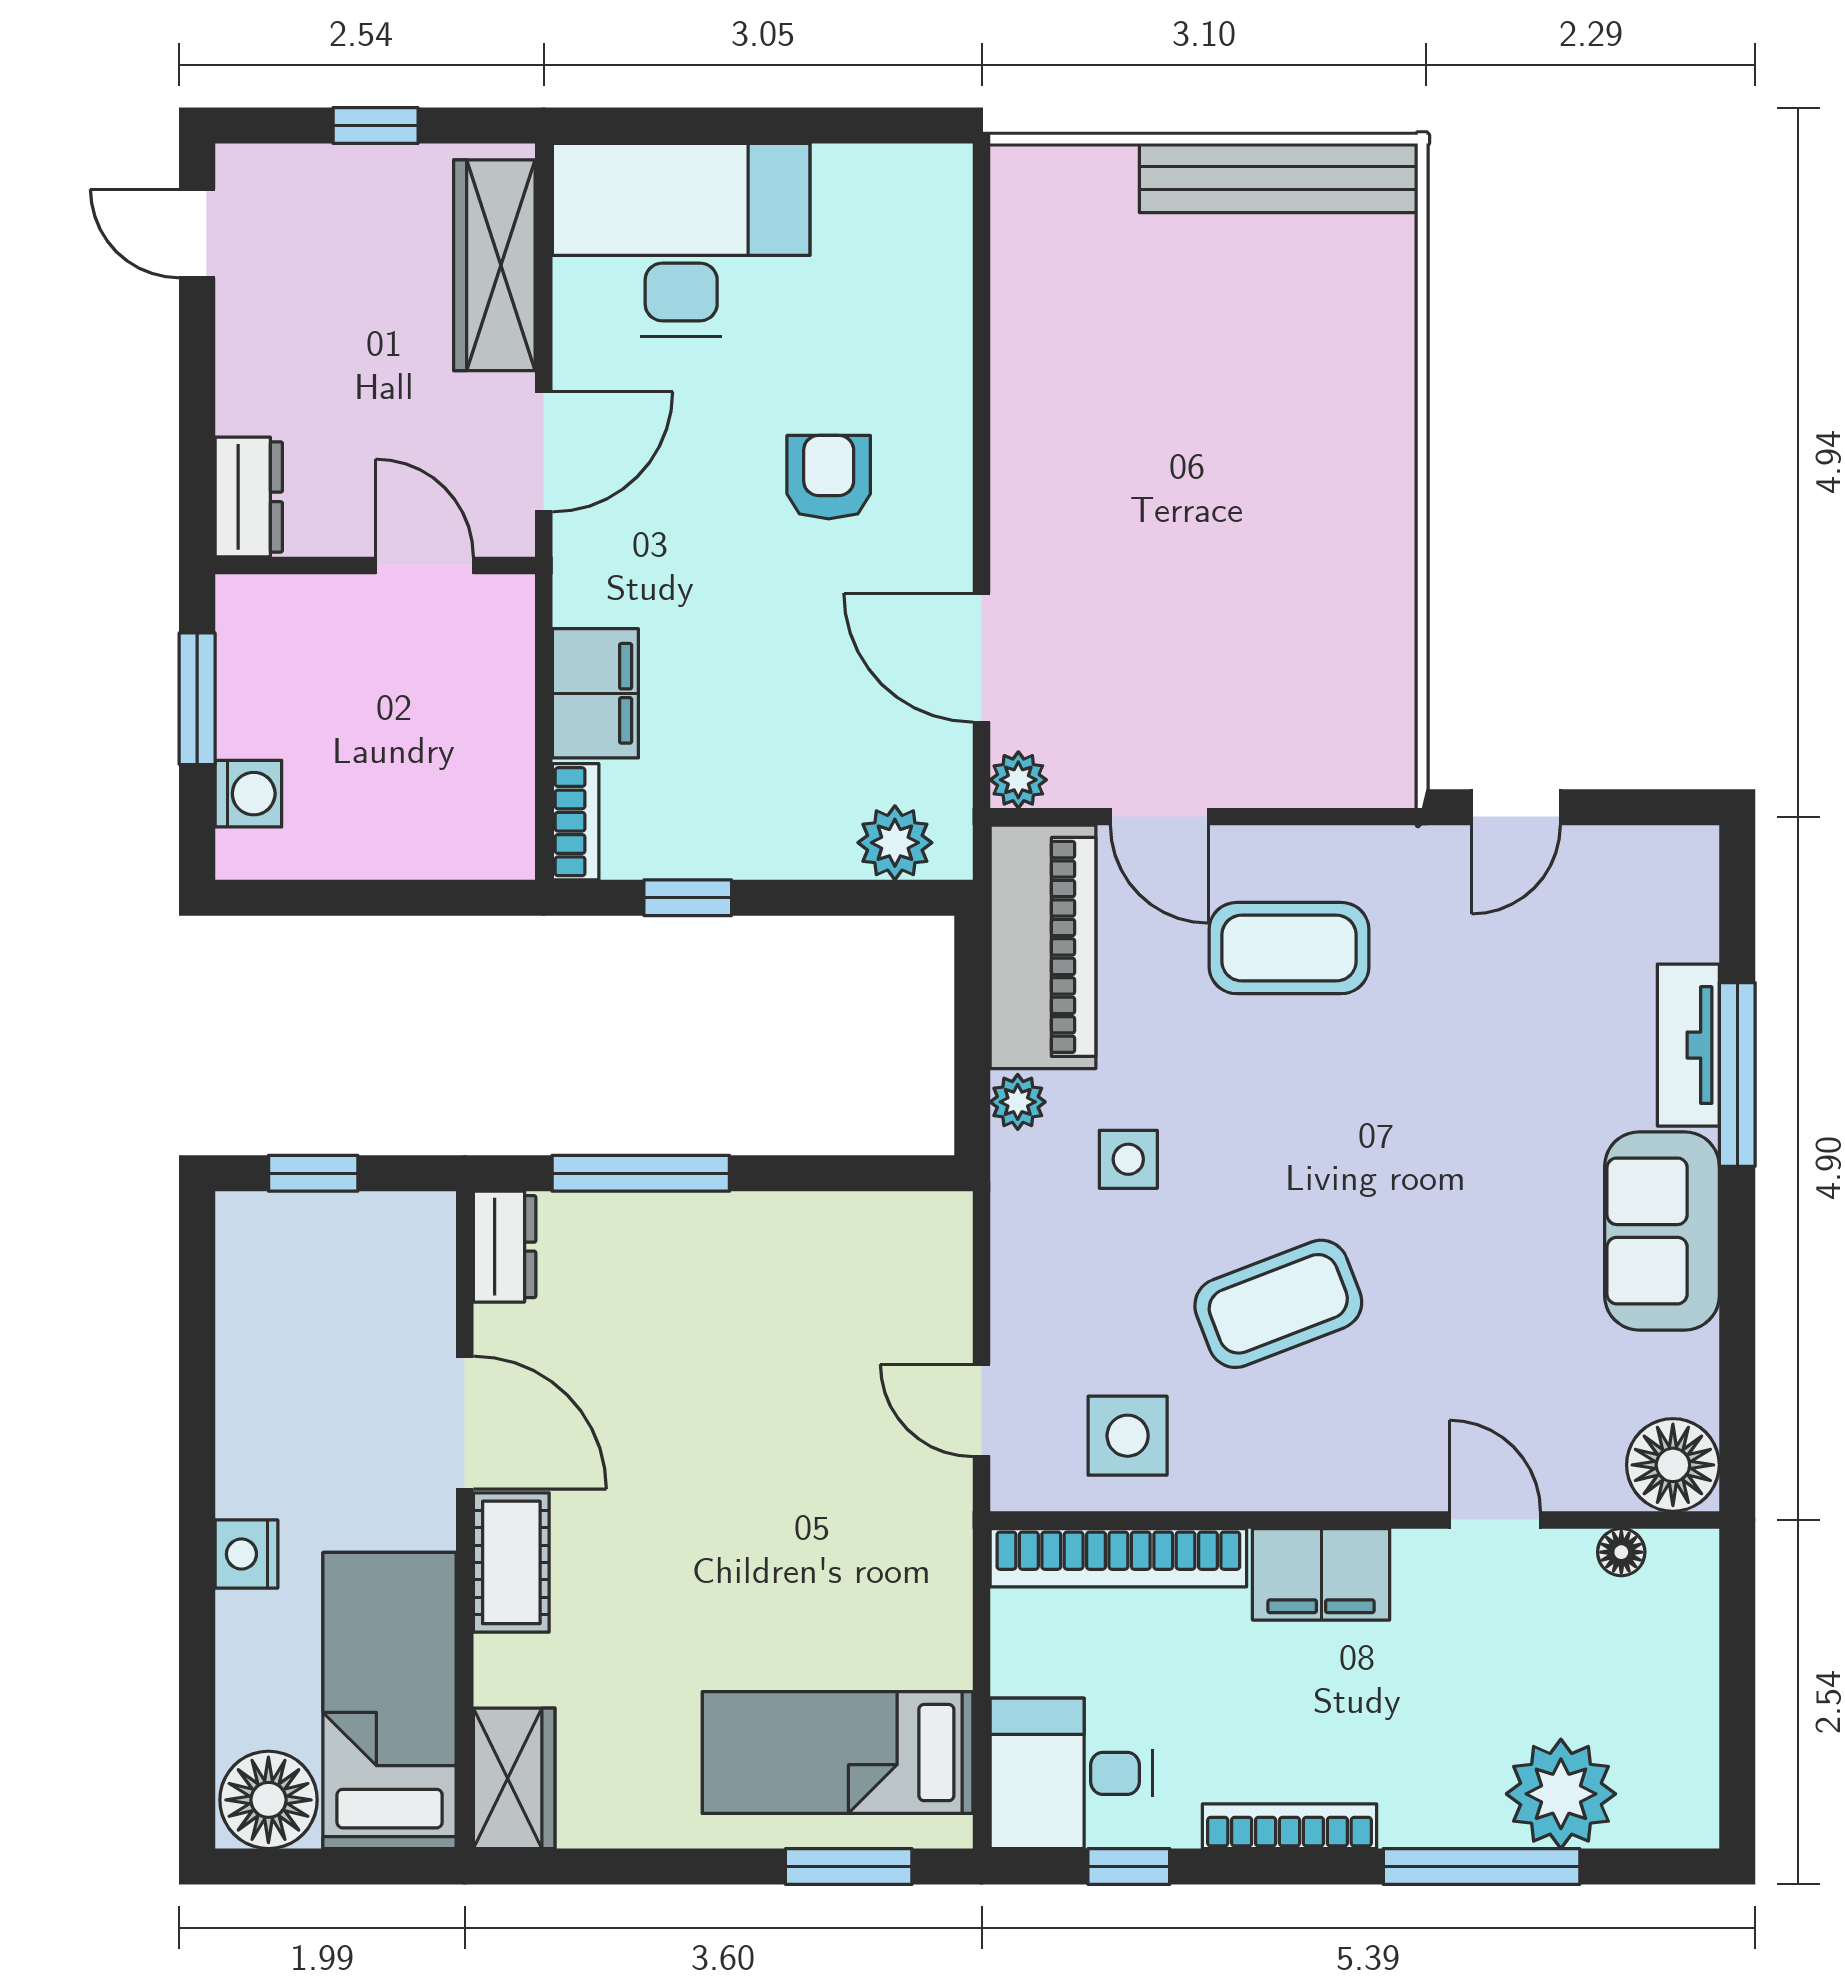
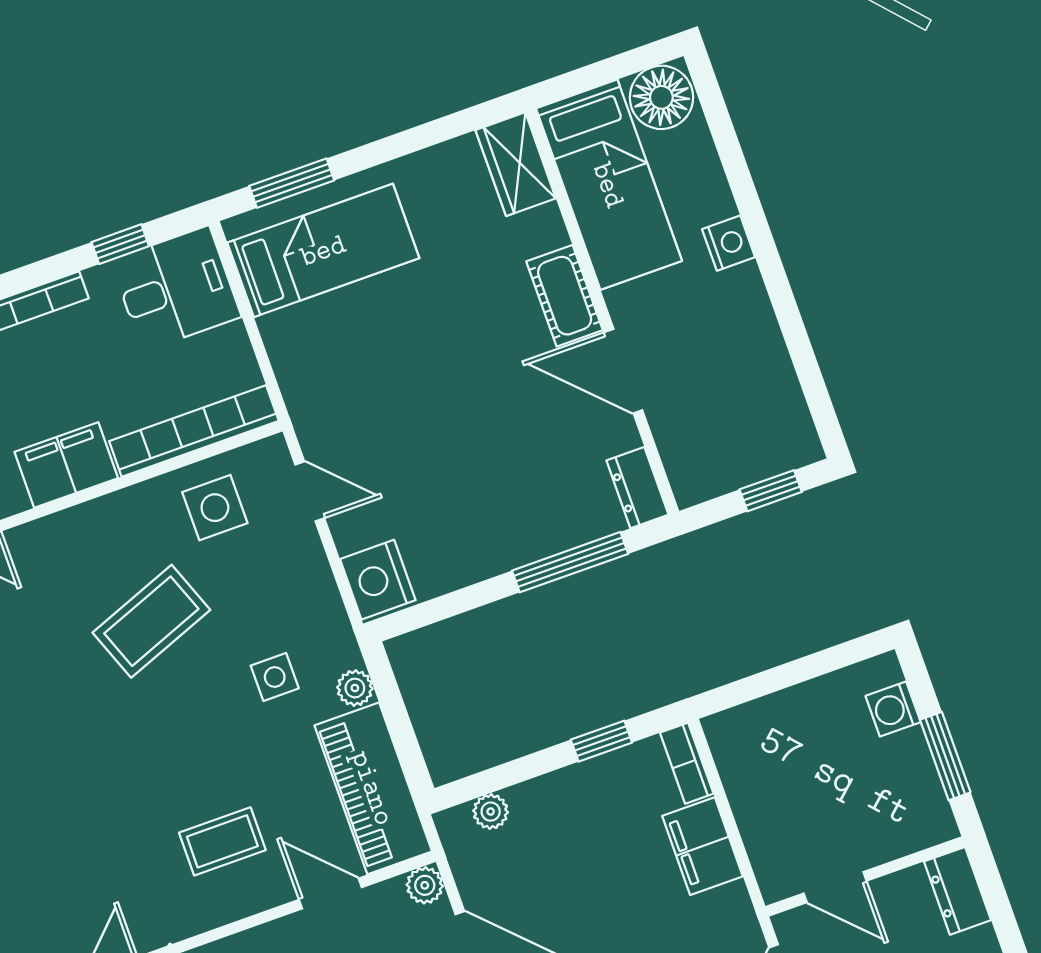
plant: (895, 843) -> (491, 812), width x0.73, depth x0.73
coffee table: (1289, 948) -> (222, 841), width x0.73, depth x0.77
nightstand: (929, 1247) -> (378, 580), added

